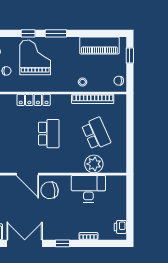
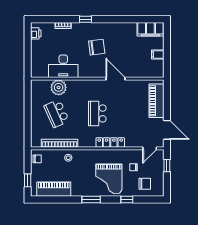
window: (28, 33) -> (127, 199), moved
chair: (50, 190) -> (97, 47), moved
double door: (25, 243) -> (118, 19), removed

